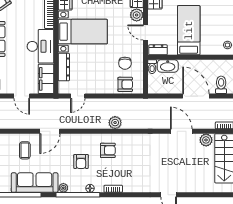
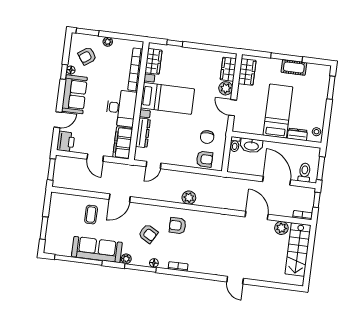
dresser: (158, 50) -> (297, 134), moved
armchair: (108, 150) -> (178, 226), turned 180
armchair: (81, 161) -> (148, 234), turned -61
window: (78, 195) -> (140, 268), width x0.68

